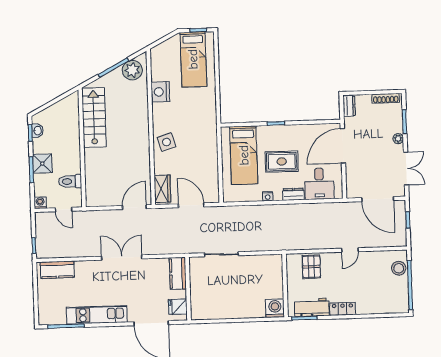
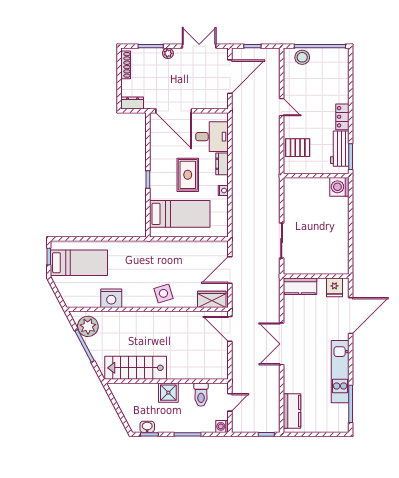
shower: (42, 164) -> (168, 393), moved

